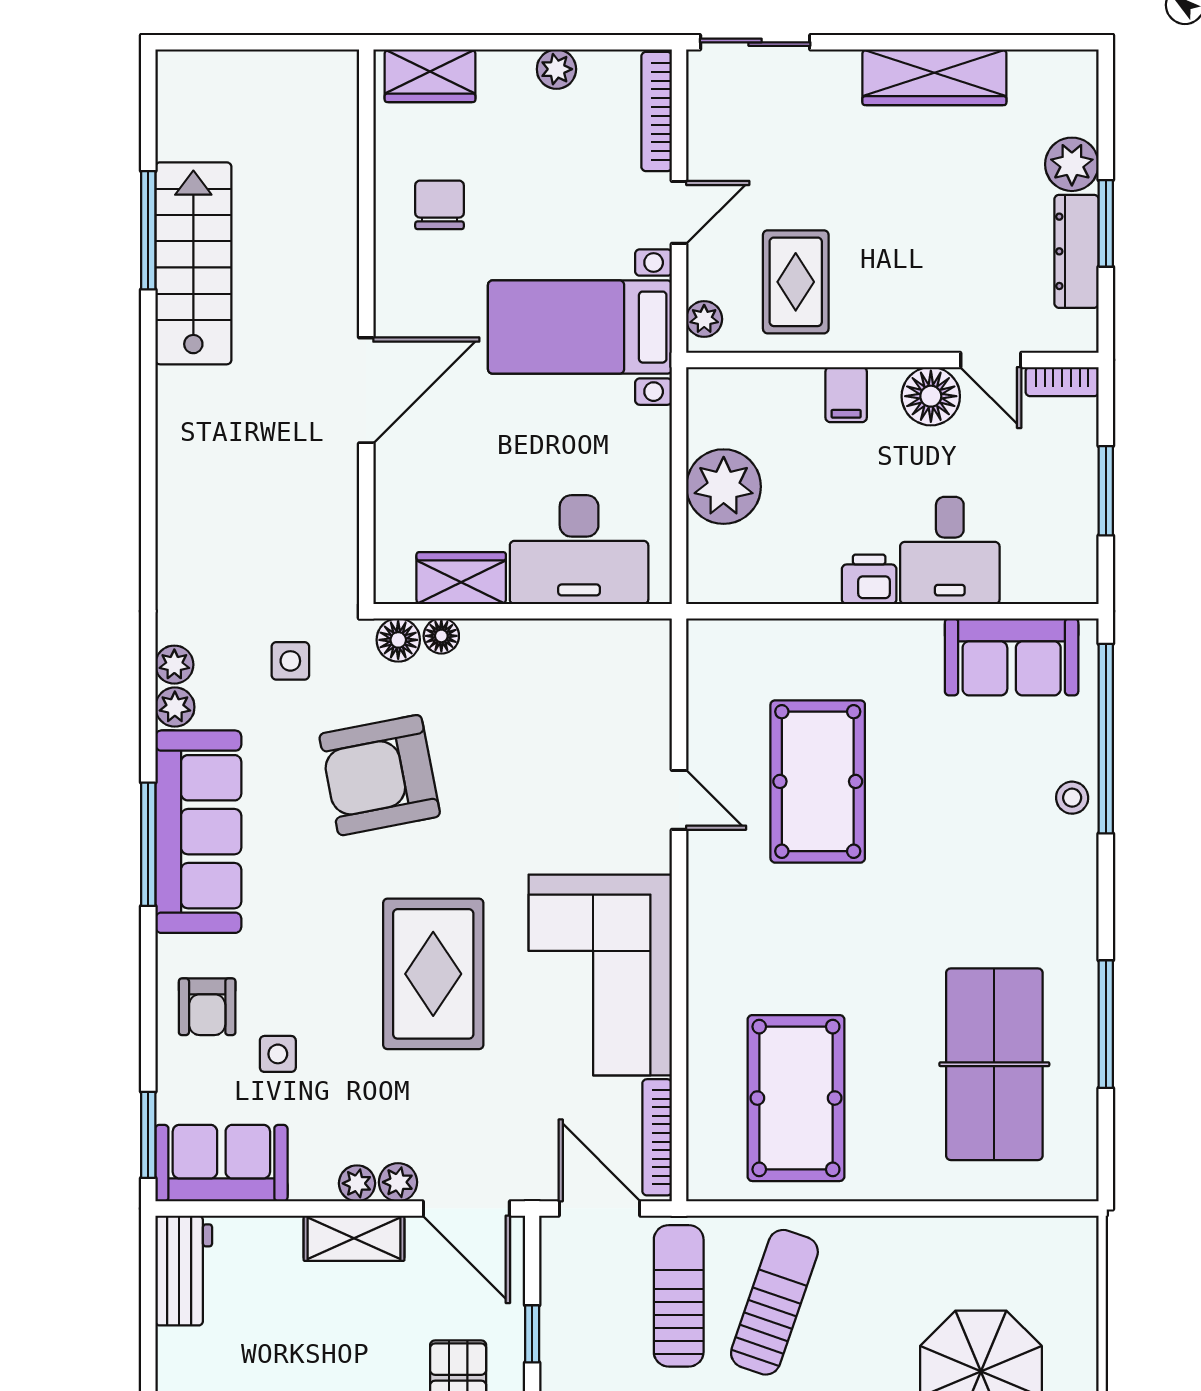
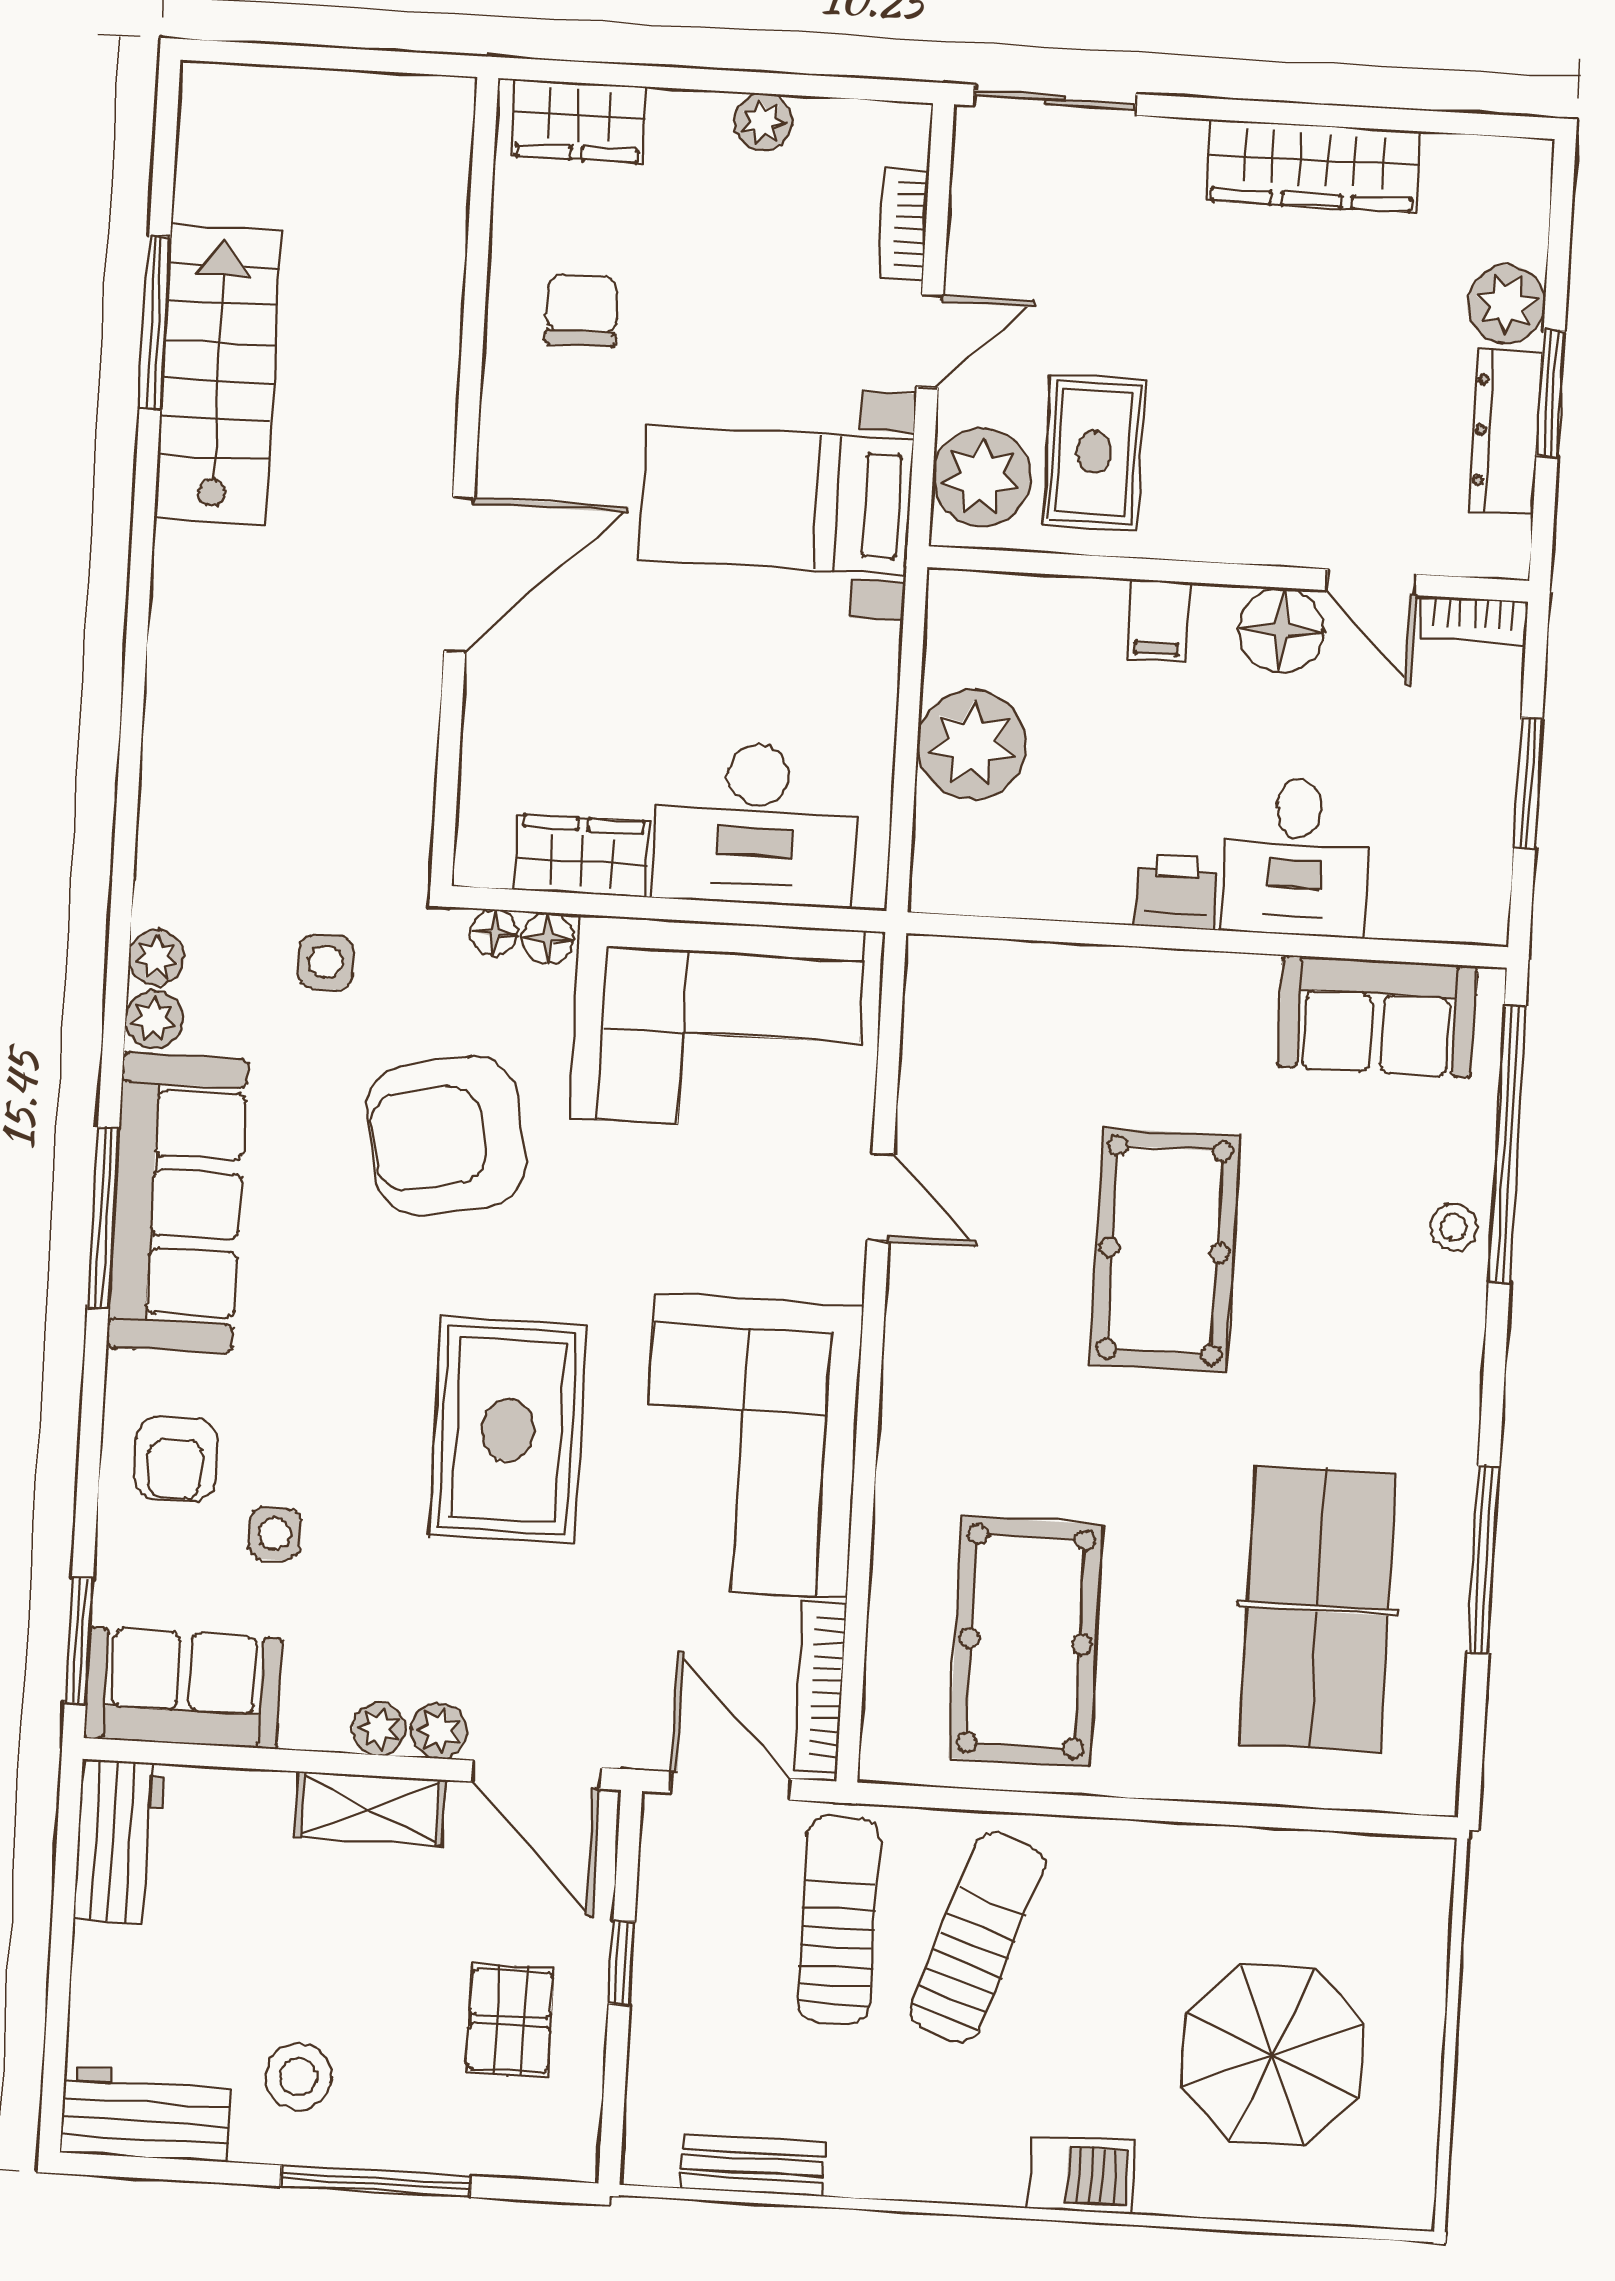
bookcase: (657, 112) -> (904, 224), width x0.64
plant: (704, 319) -> (982, 477), width x1.87, depth x1.87
floor lamp: (398, 640) -> (494, 932), width x0.73, depth x0.73
corner sofa: (561, 688) -> (717, 1024), added
pool table: (818, 781) -> (1165, 1250), moved

